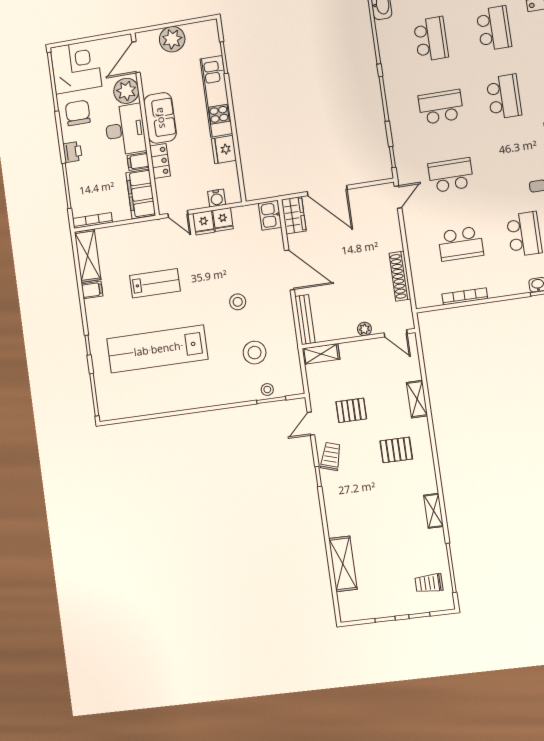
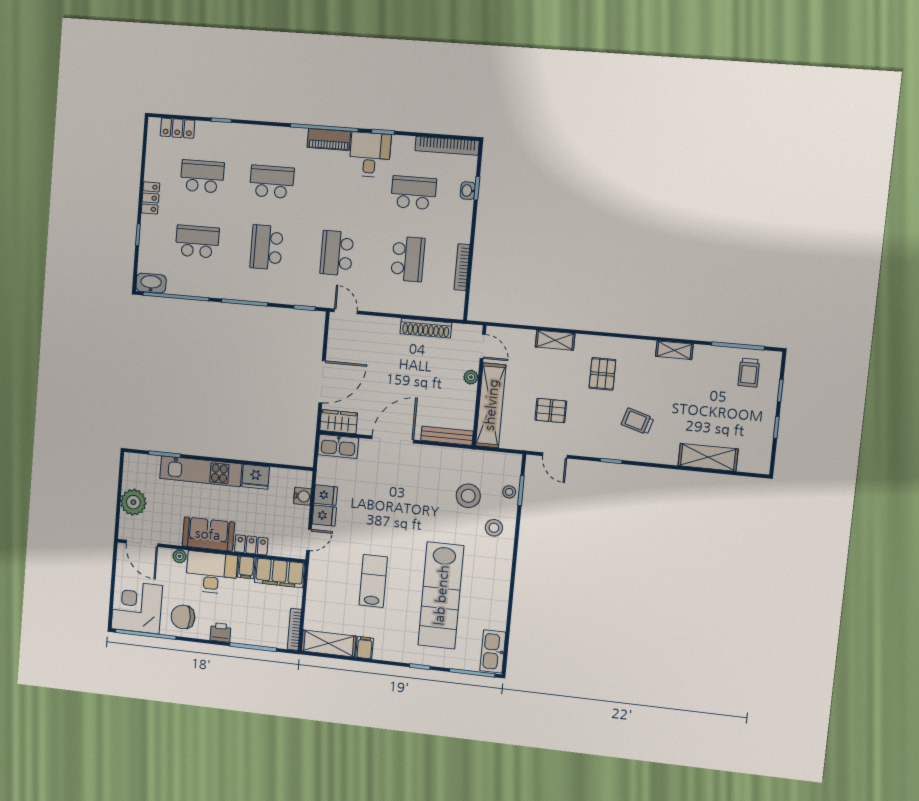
plant: (126, 91) -> (180, 556), width x0.53, depth x0.53
kitchen sink: (270, 215) -> (338, 446), width x1.38
stool: (238, 302) -> (494, 528), moved
door: (396, 333) -> (483, 346), hinge flipped
shelving: (321, 354) -> (491, 405), width x2.20, depth x1.33
kitchen sink: (118, 409) -> (493, 651), added
pallet: (351, 410) -> (551, 411), turned 90
trolley: (331, 456) -> (637, 421), moved

